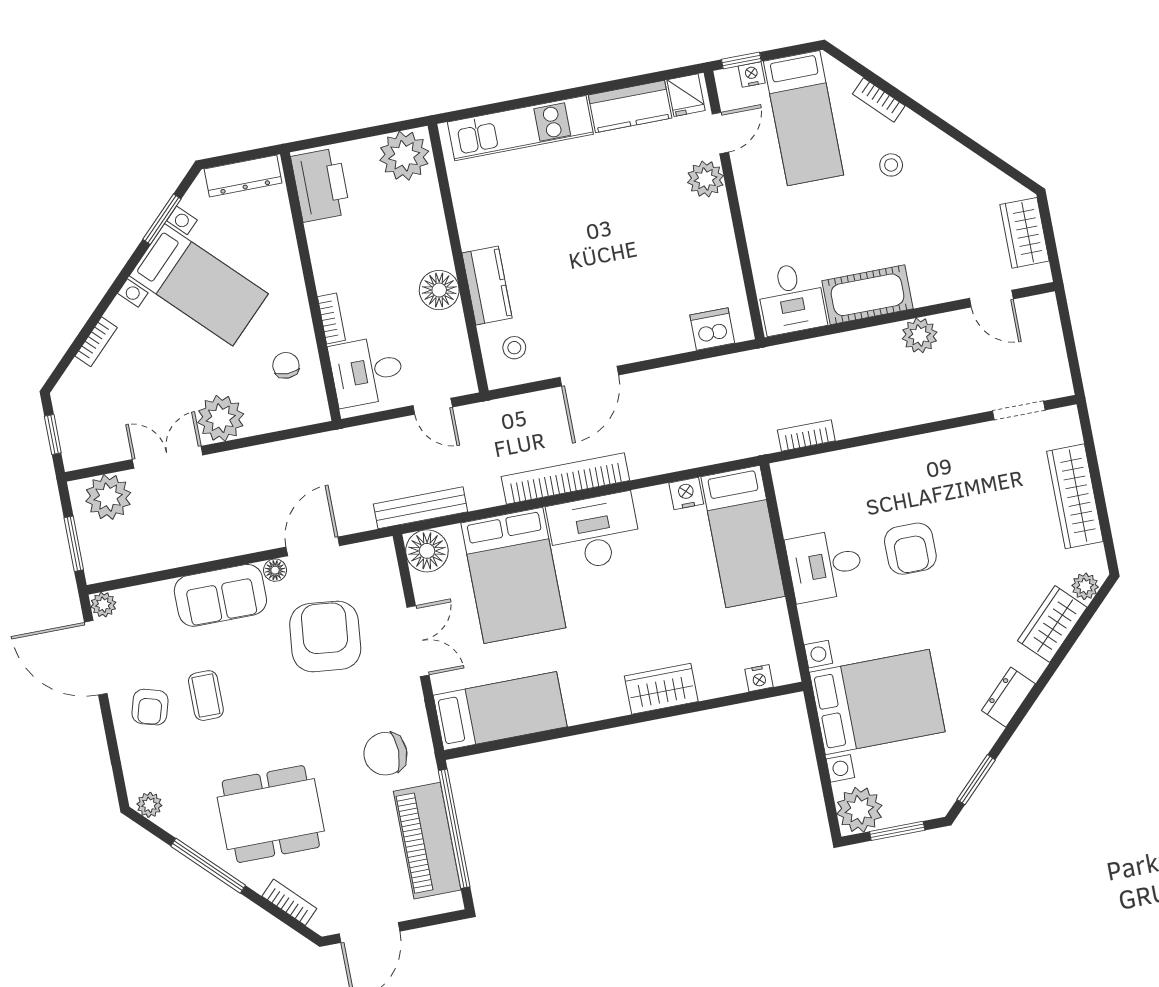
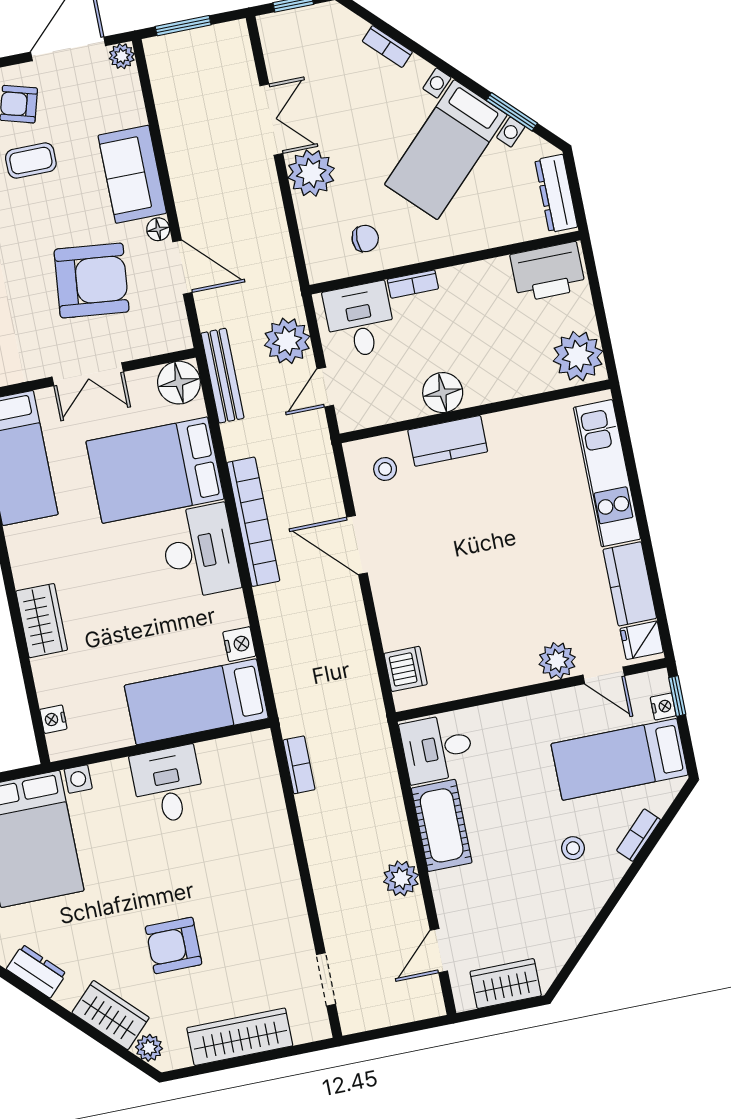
plant: (108, 497) -> (287, 341), moved
armchair: (910, 549) -> (174, 945), moved

